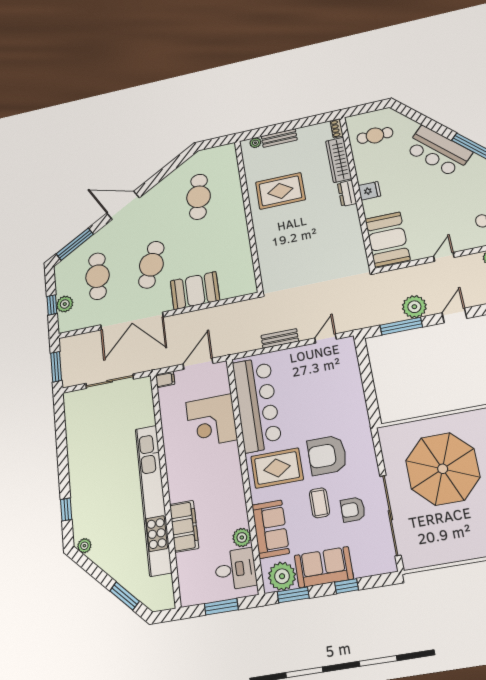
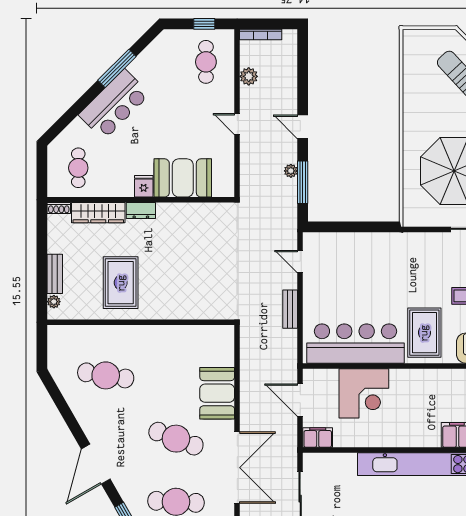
booth: (387, 239) -> (183, 178), moved
plant: (414, 307) -> (291, 171), width x0.53, depth x0.53
filing cabinet: (165, 380) -> (318, 438), width x2.00
armchair: (327, 455) -> (421, 280), removed

